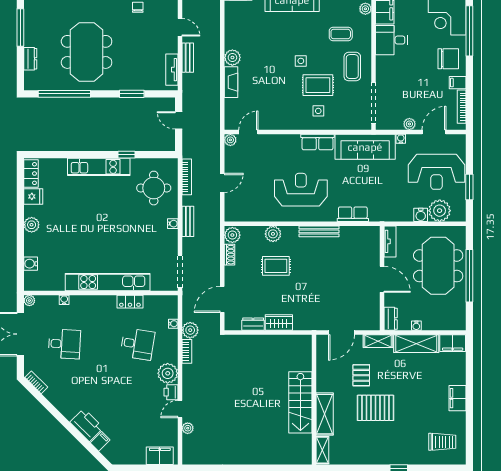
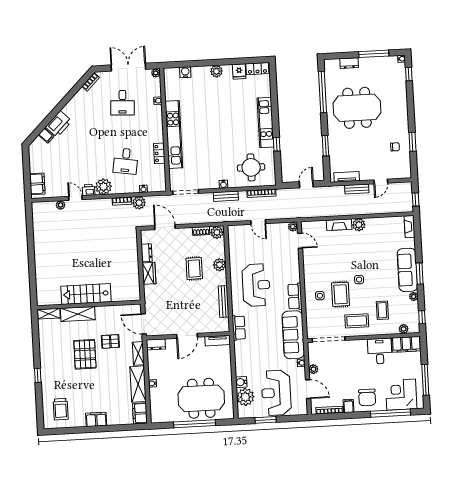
tv unit: (390, 241) -> (218, 341), moved
wall: (382, 278) -> (188, 336), moved
door: (382, 279) -> (187, 336), moved
dresser: (391, 319) -> (156, 344), moved

